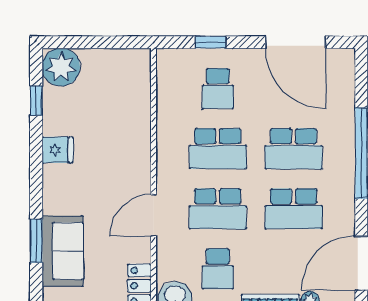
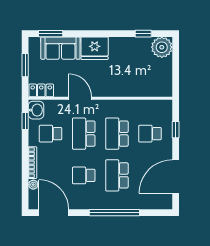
fridge: (58, 150) -> (95, 48), moved, width x1.88, depth x1.34
school desk: (294, 209) -> (84, 175), width x0.54
window: (36, 241) -> (51, 34), moved

